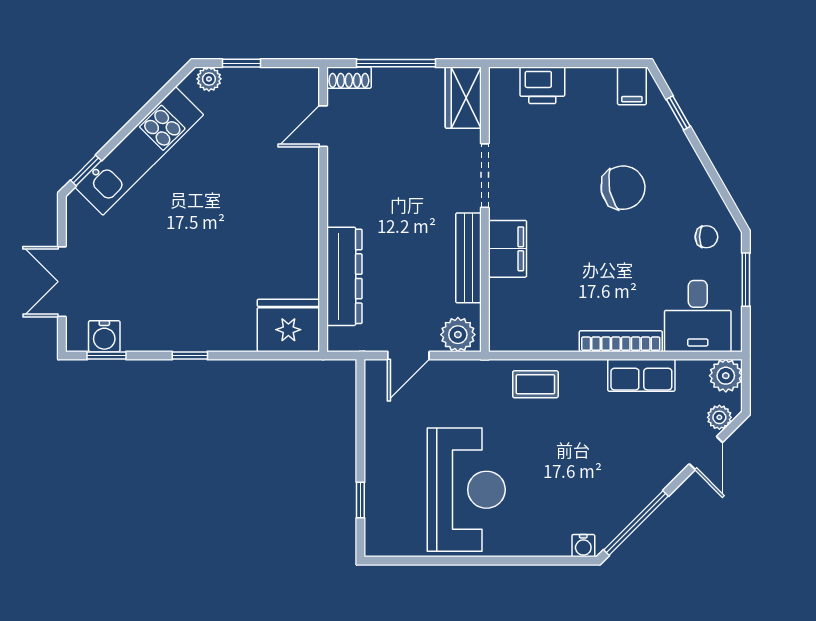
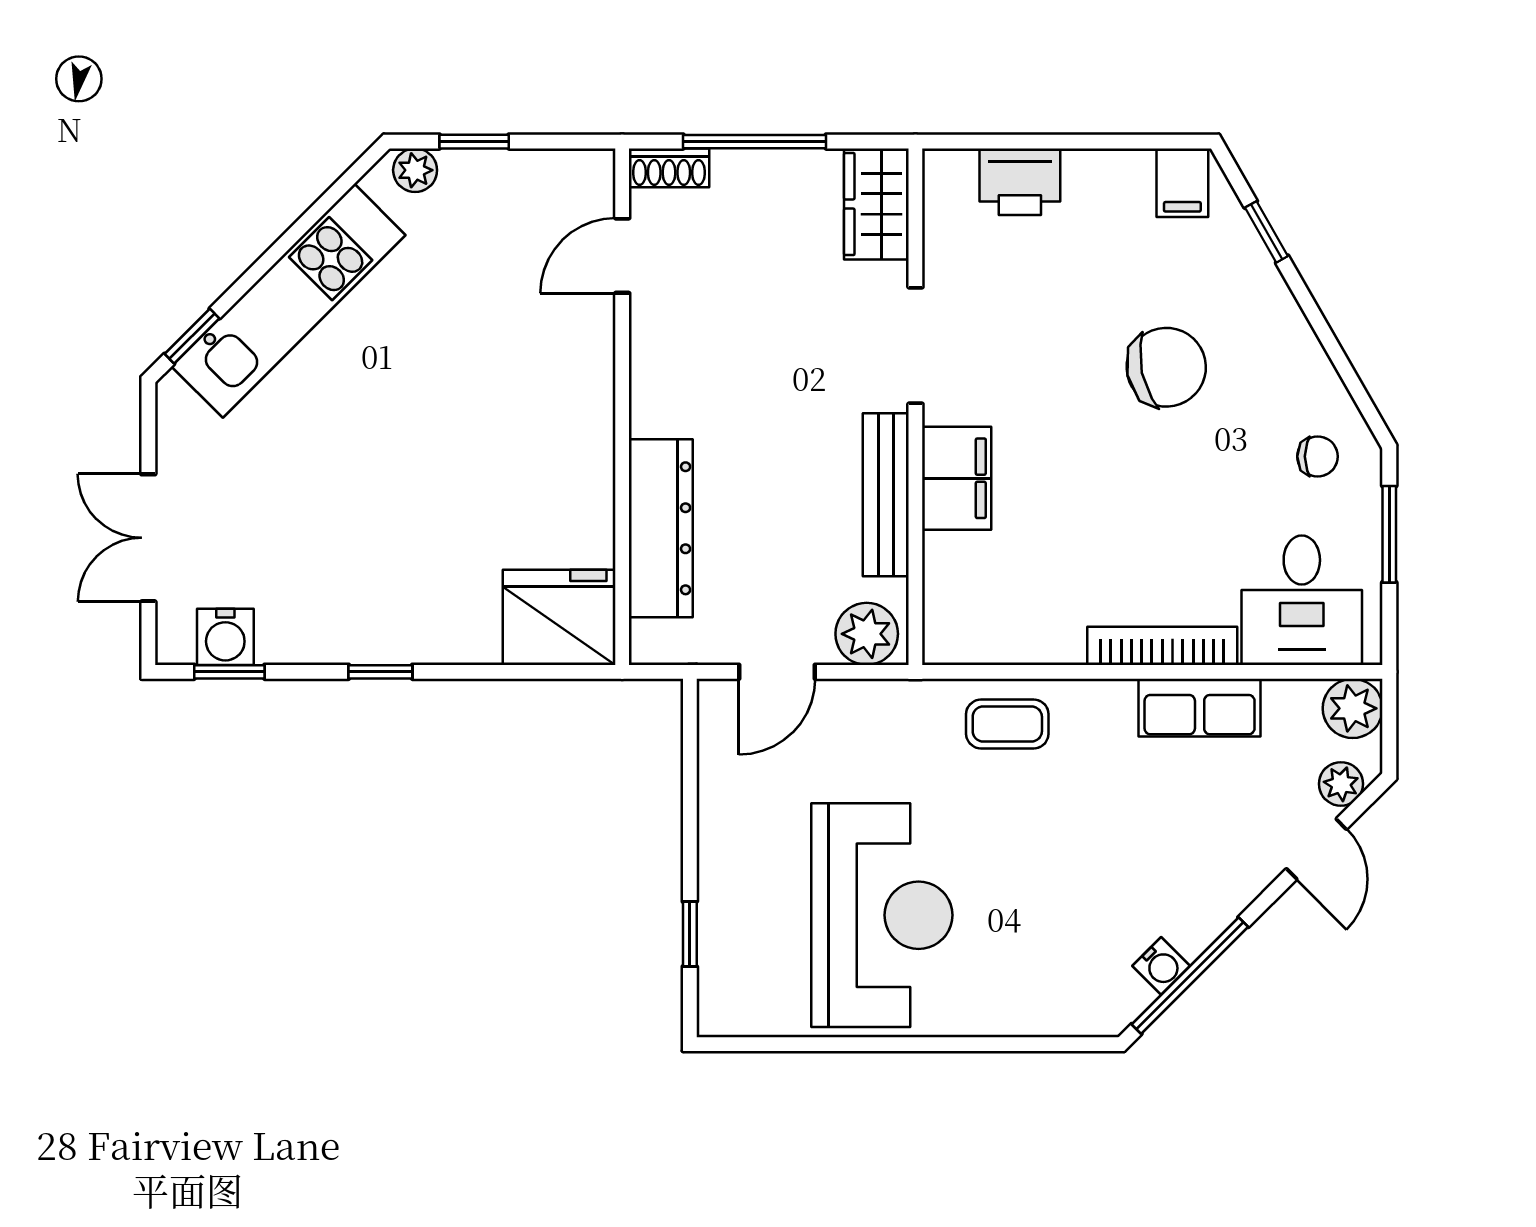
water cooler: (583, 546) -> (1161, 966), moved, turned -45

